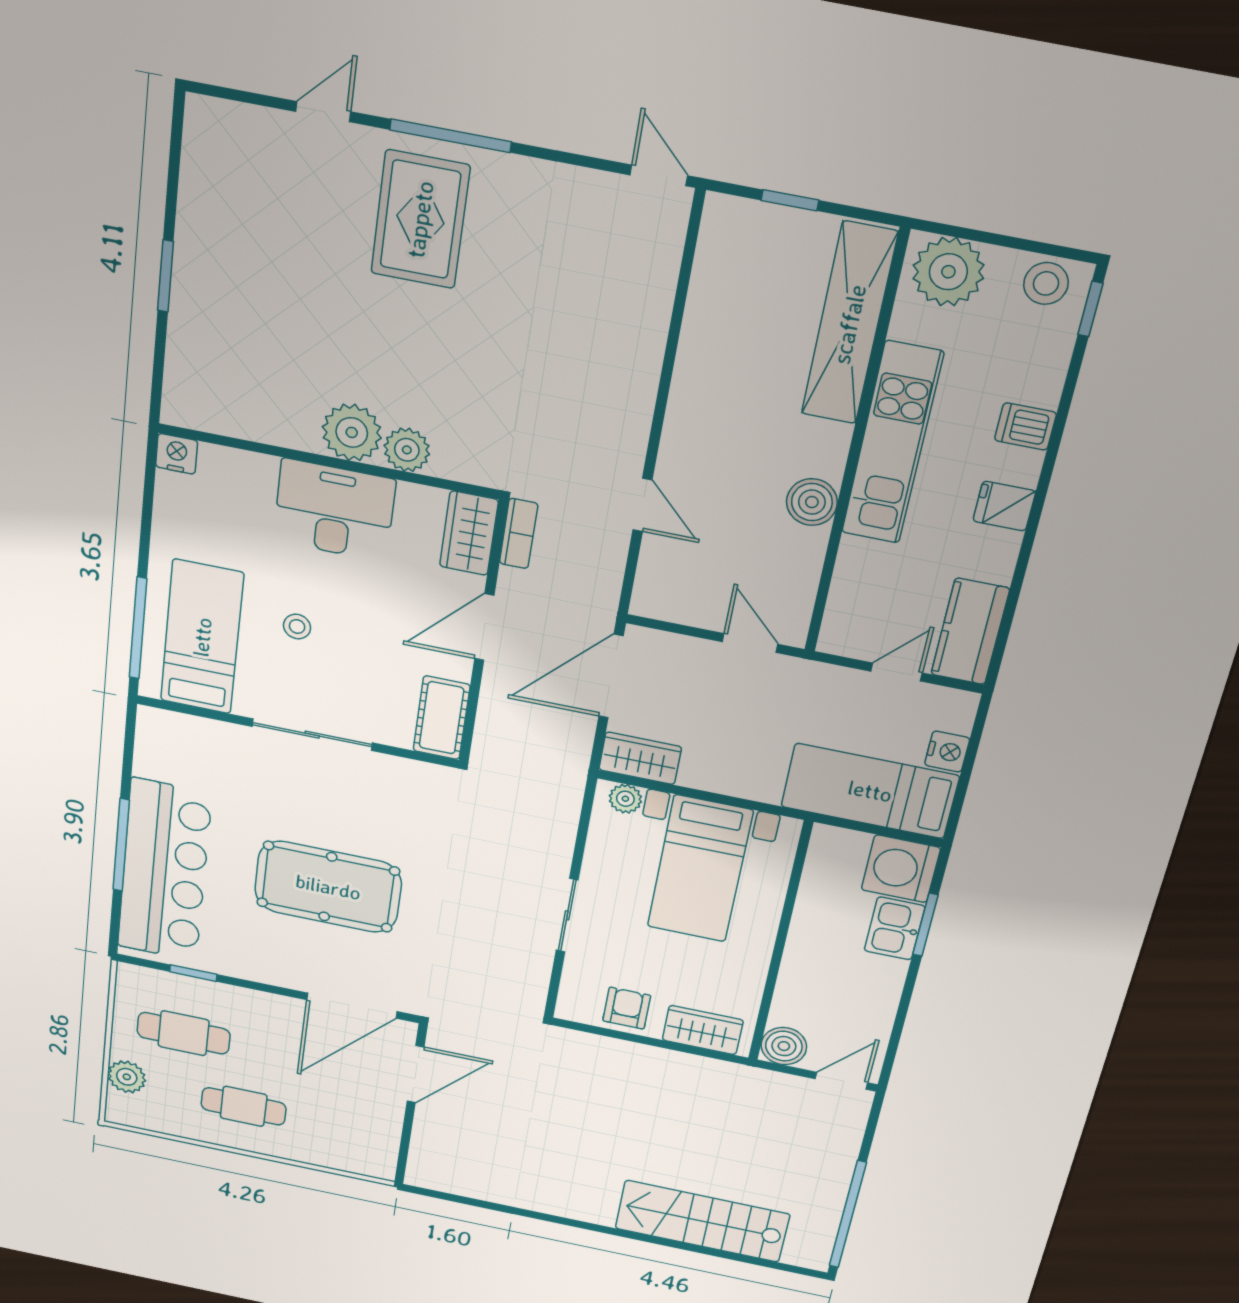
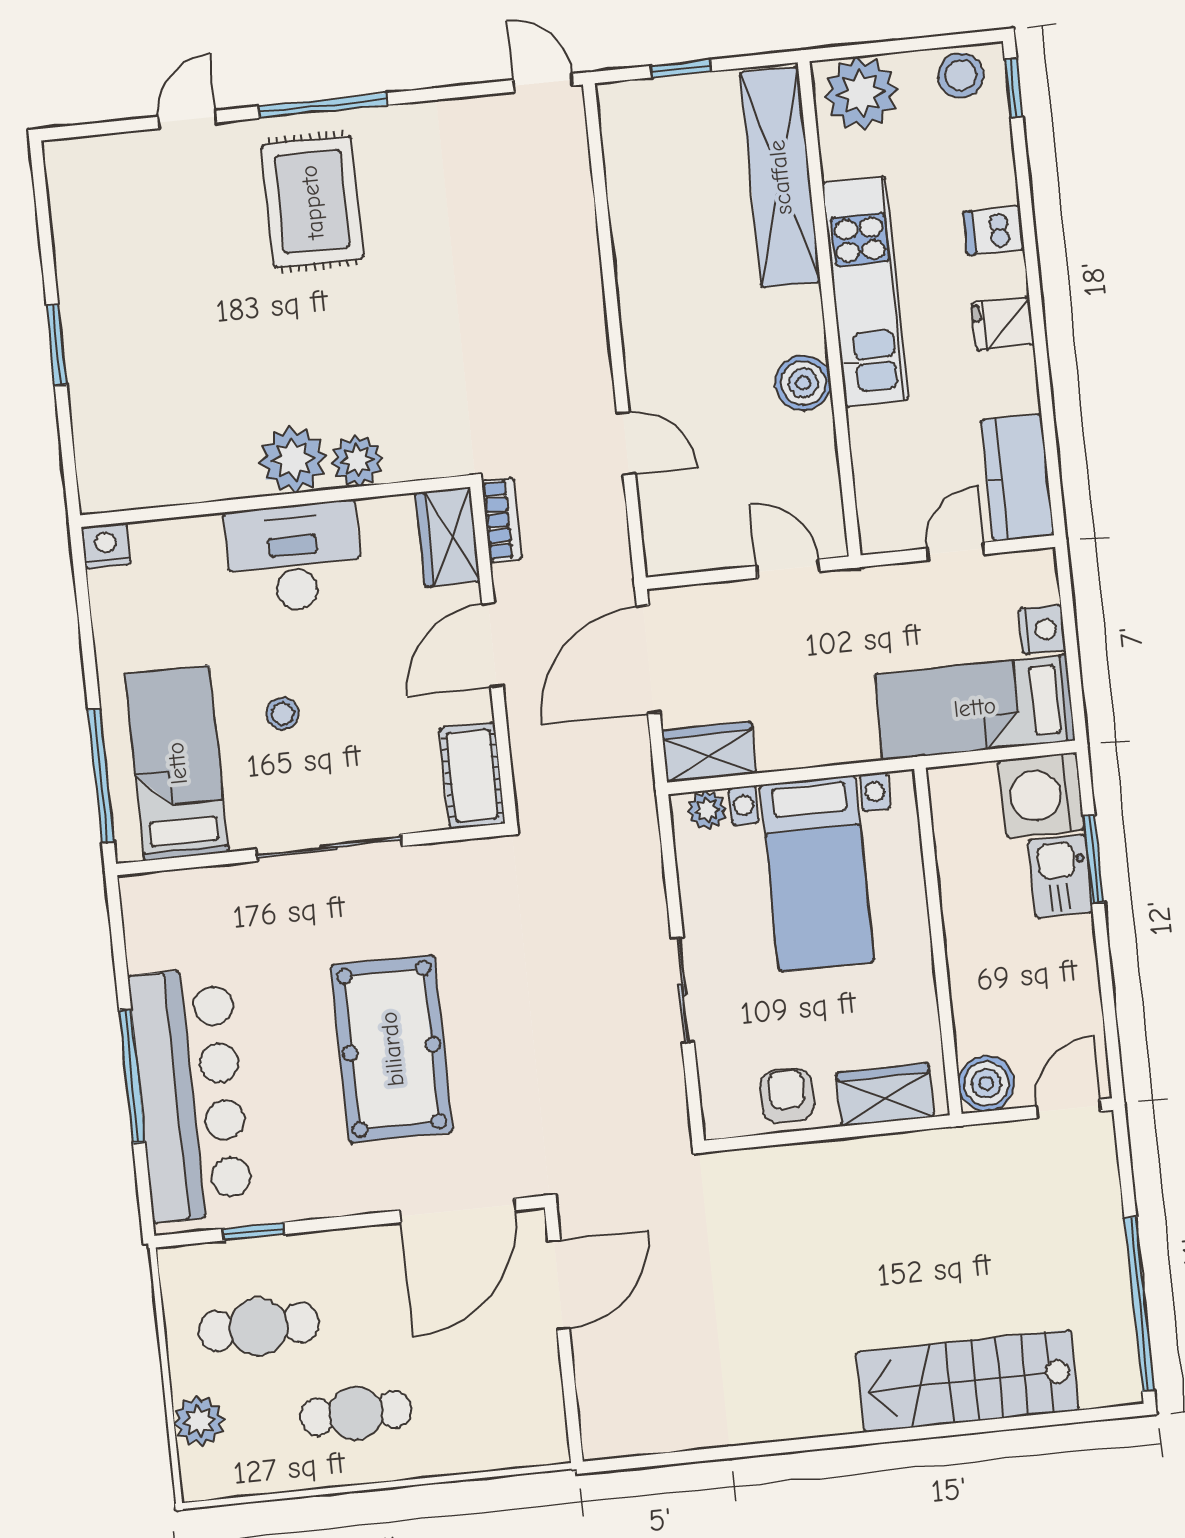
pool table: (328, 887) -> (392, 1049), turned 90

